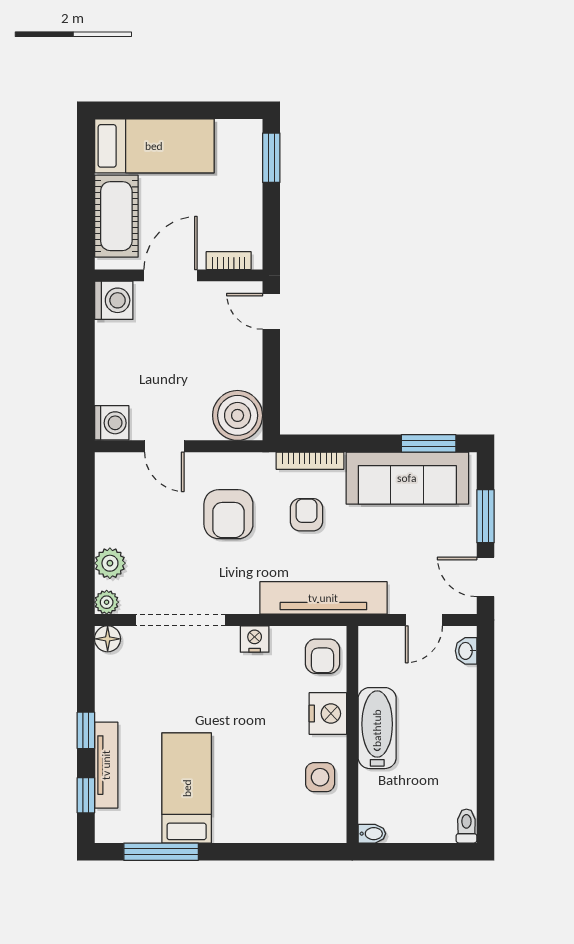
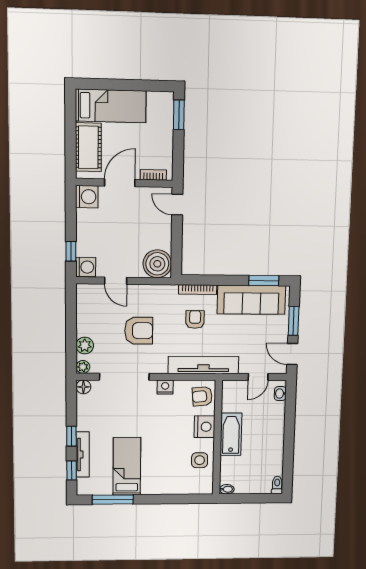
window: (86, 395) -> (71, 251), added
armchair: (228, 514) -> (139, 331), moved, turned -90
armchair: (322, 656) -> (202, 396), turned 85

